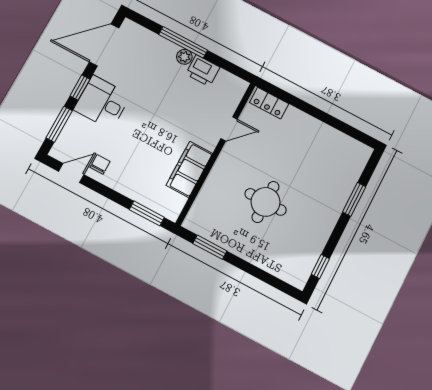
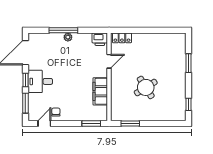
printer: (203, 71) -> (100, 39), moved
round table: (266, 202) -> (146, 87), turned -32

